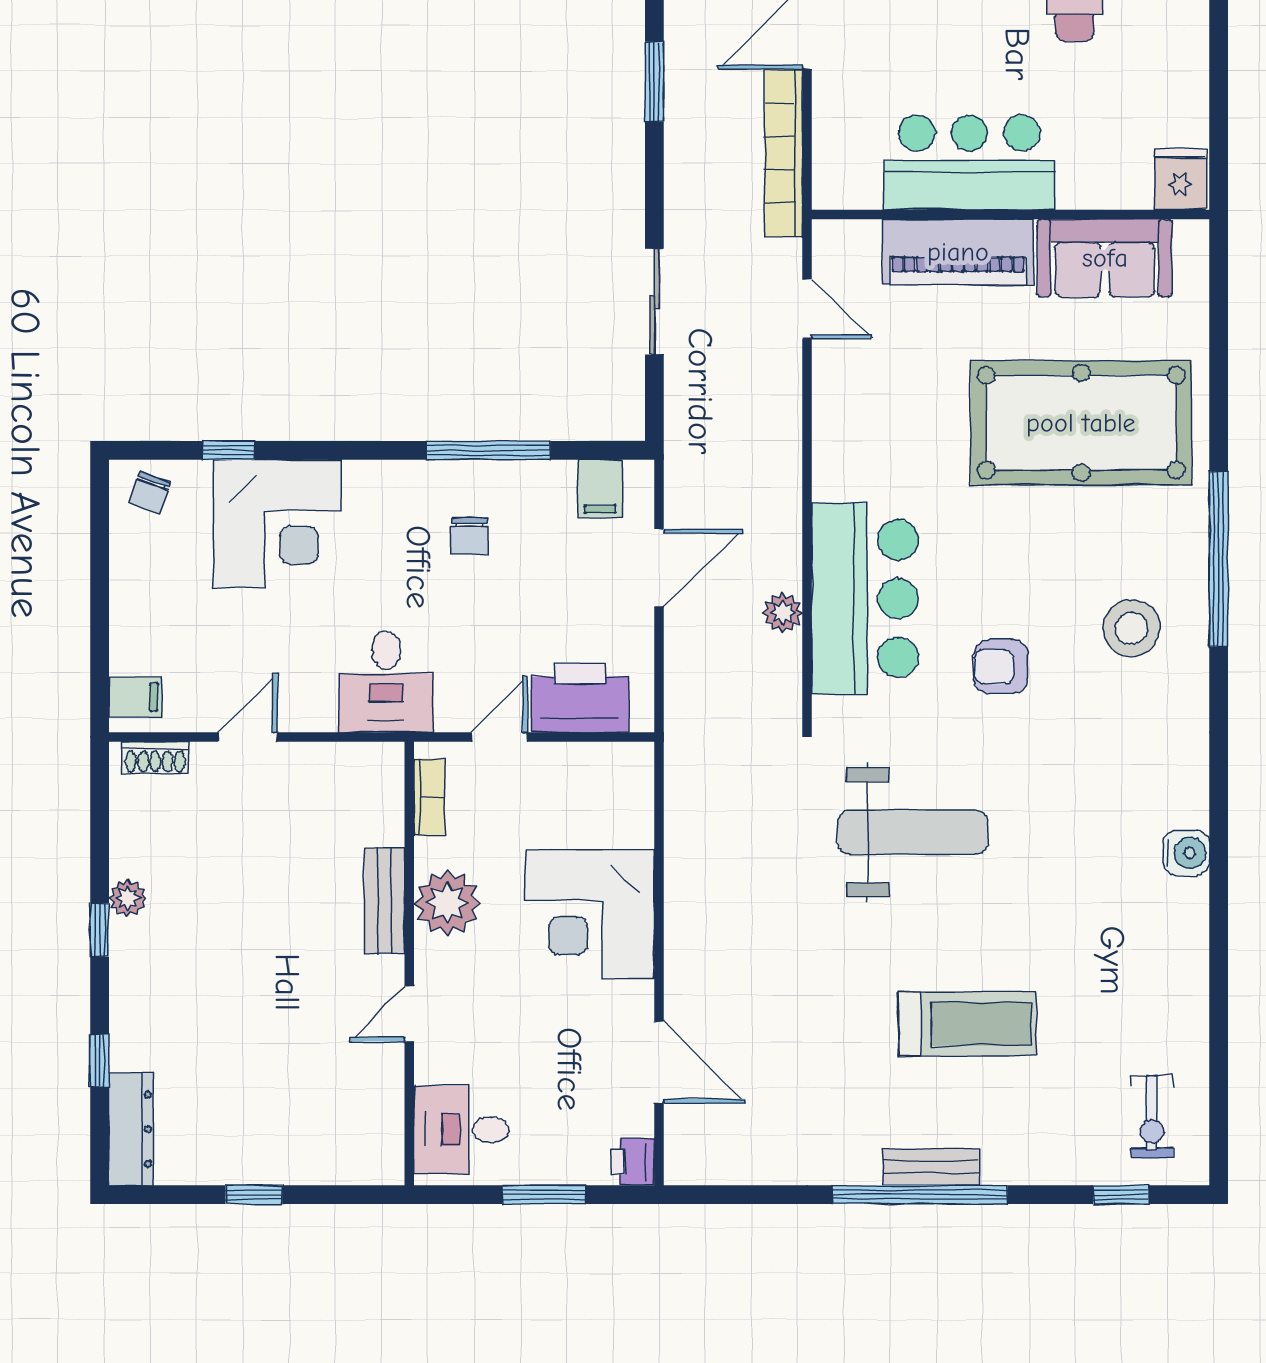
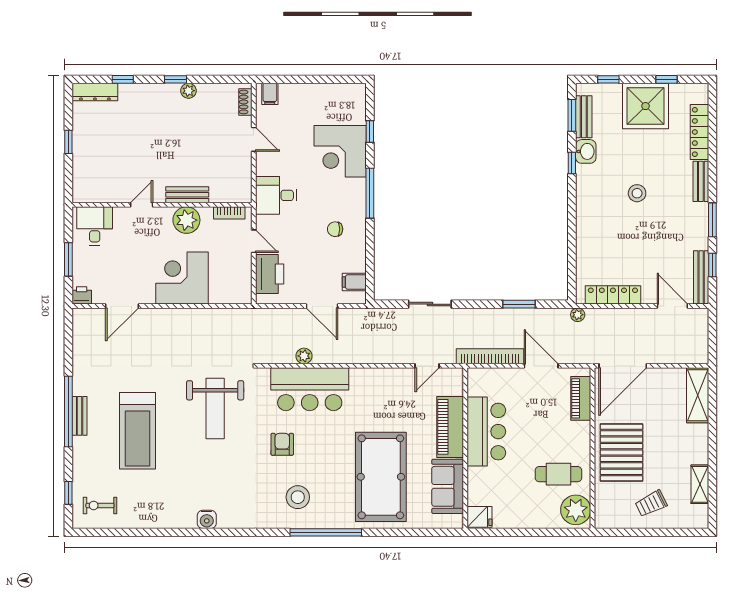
window: (488, 450) -> (370, 193), moved
chair: (150, 493) -> (353, 100), removed
door: (409, 1014) -> (142, 205), hinge flipped
treadmill: (968, 1024) -> (138, 431), width x1.37, depth x1.38

